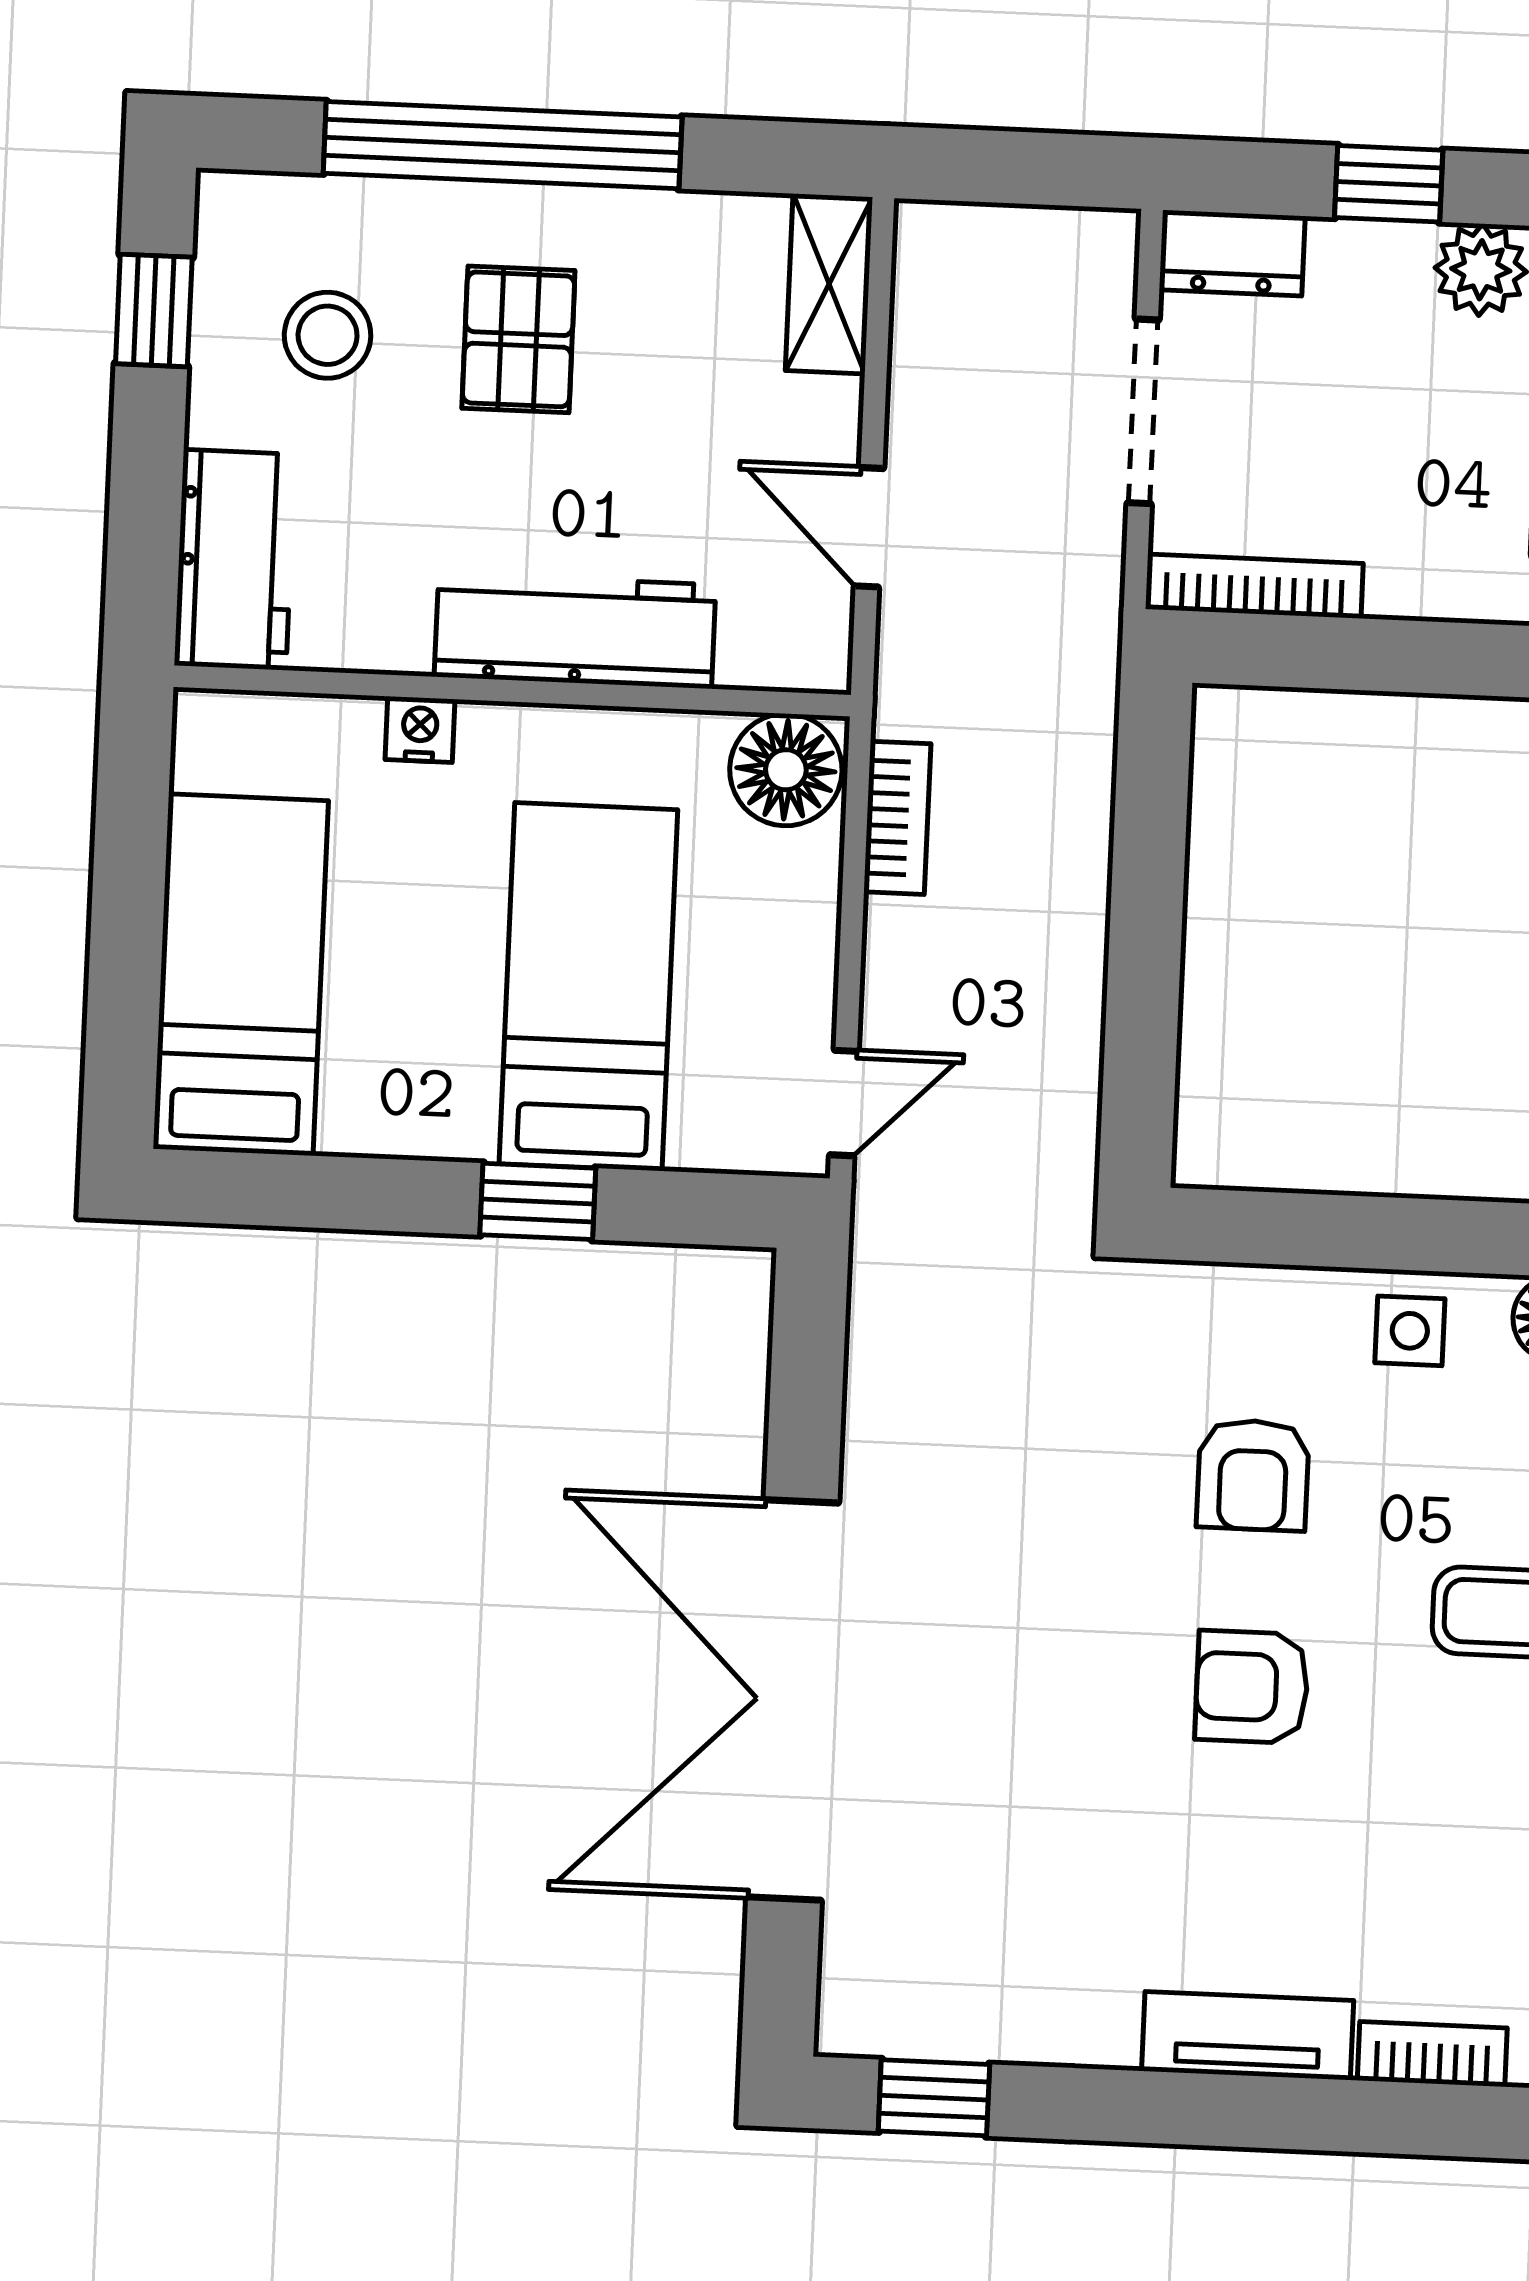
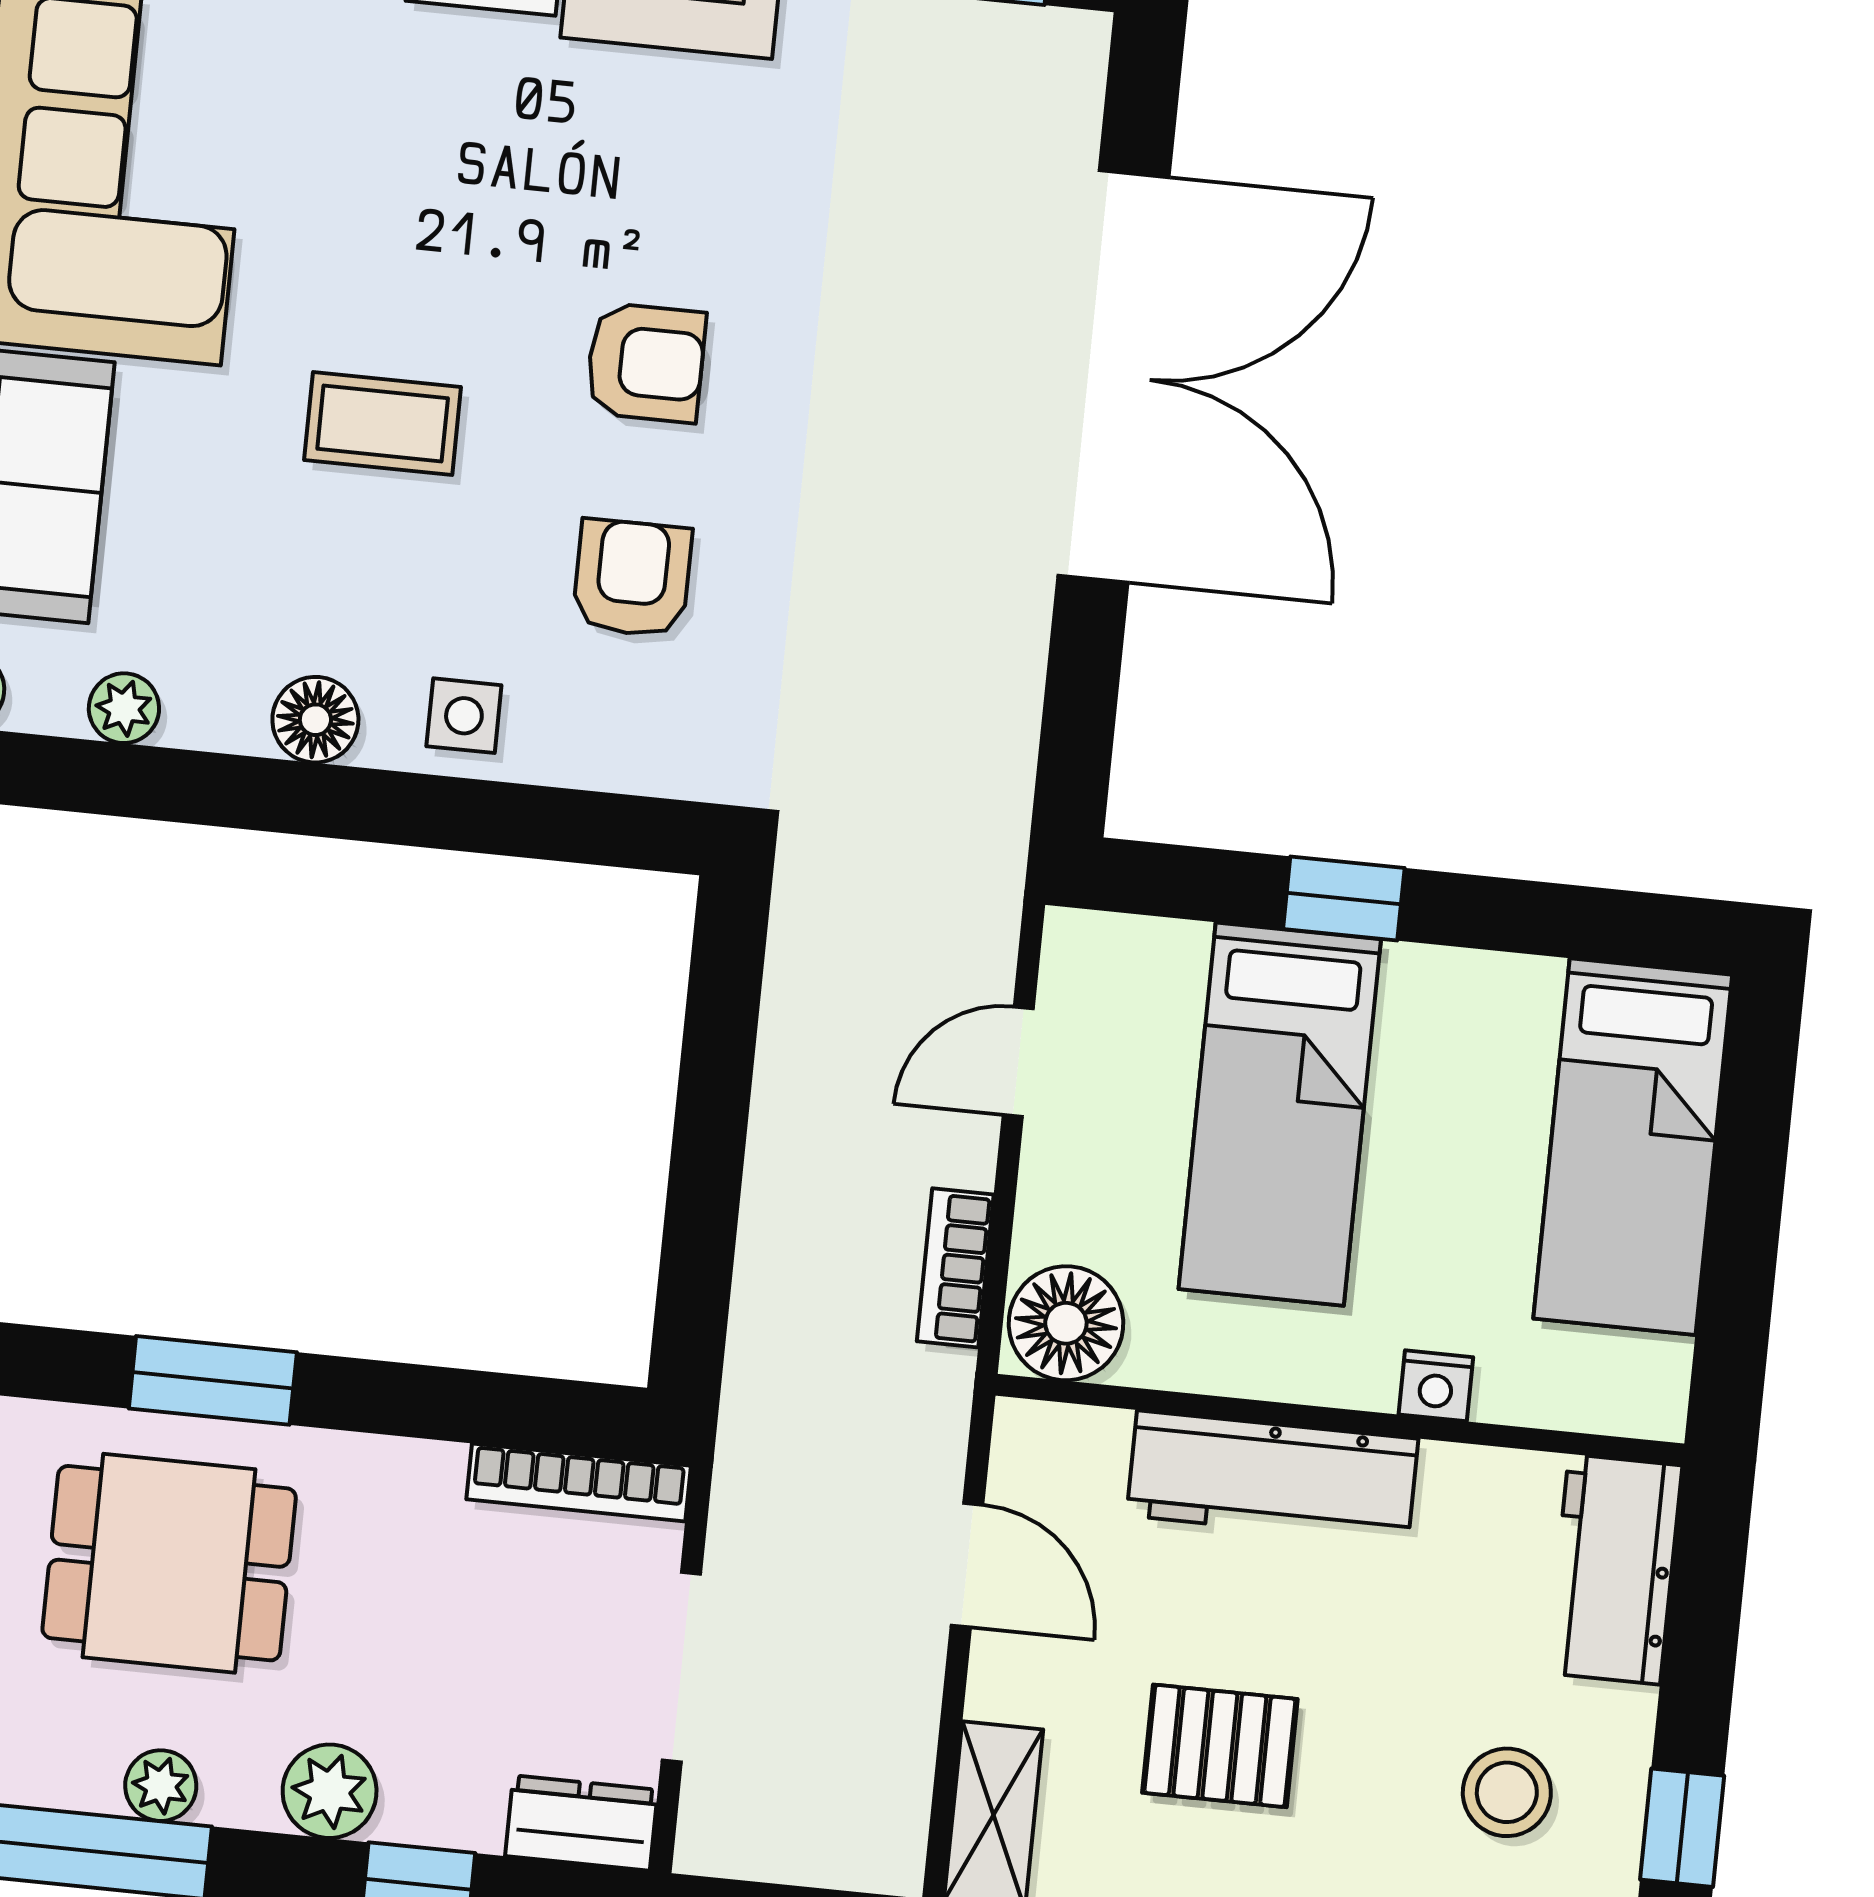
pallet: (518, 339) -> (1220, 1746), moved, turned 90
door: (844, 1103) -> (1018, 1062), moved

